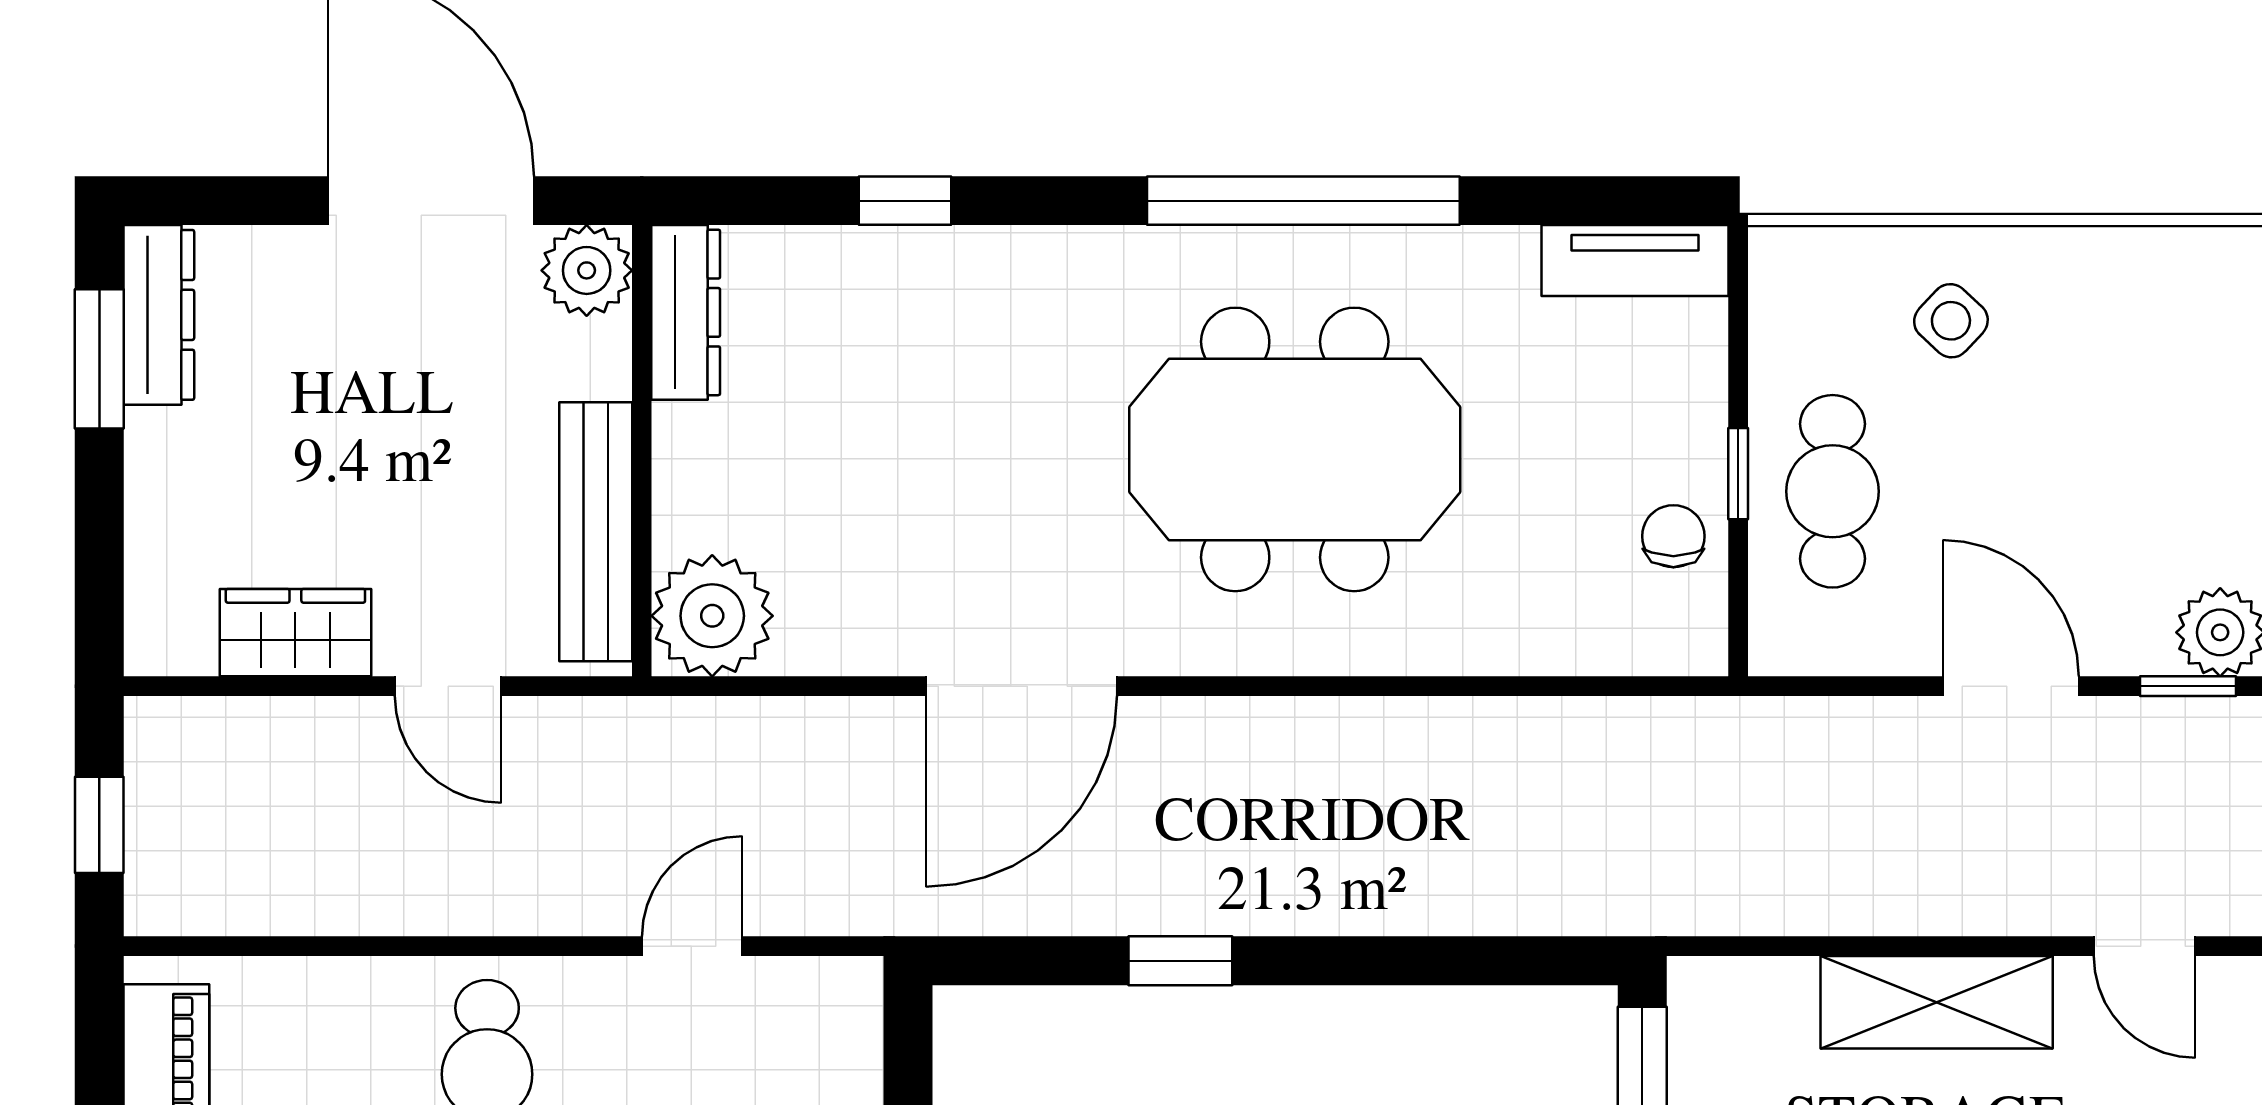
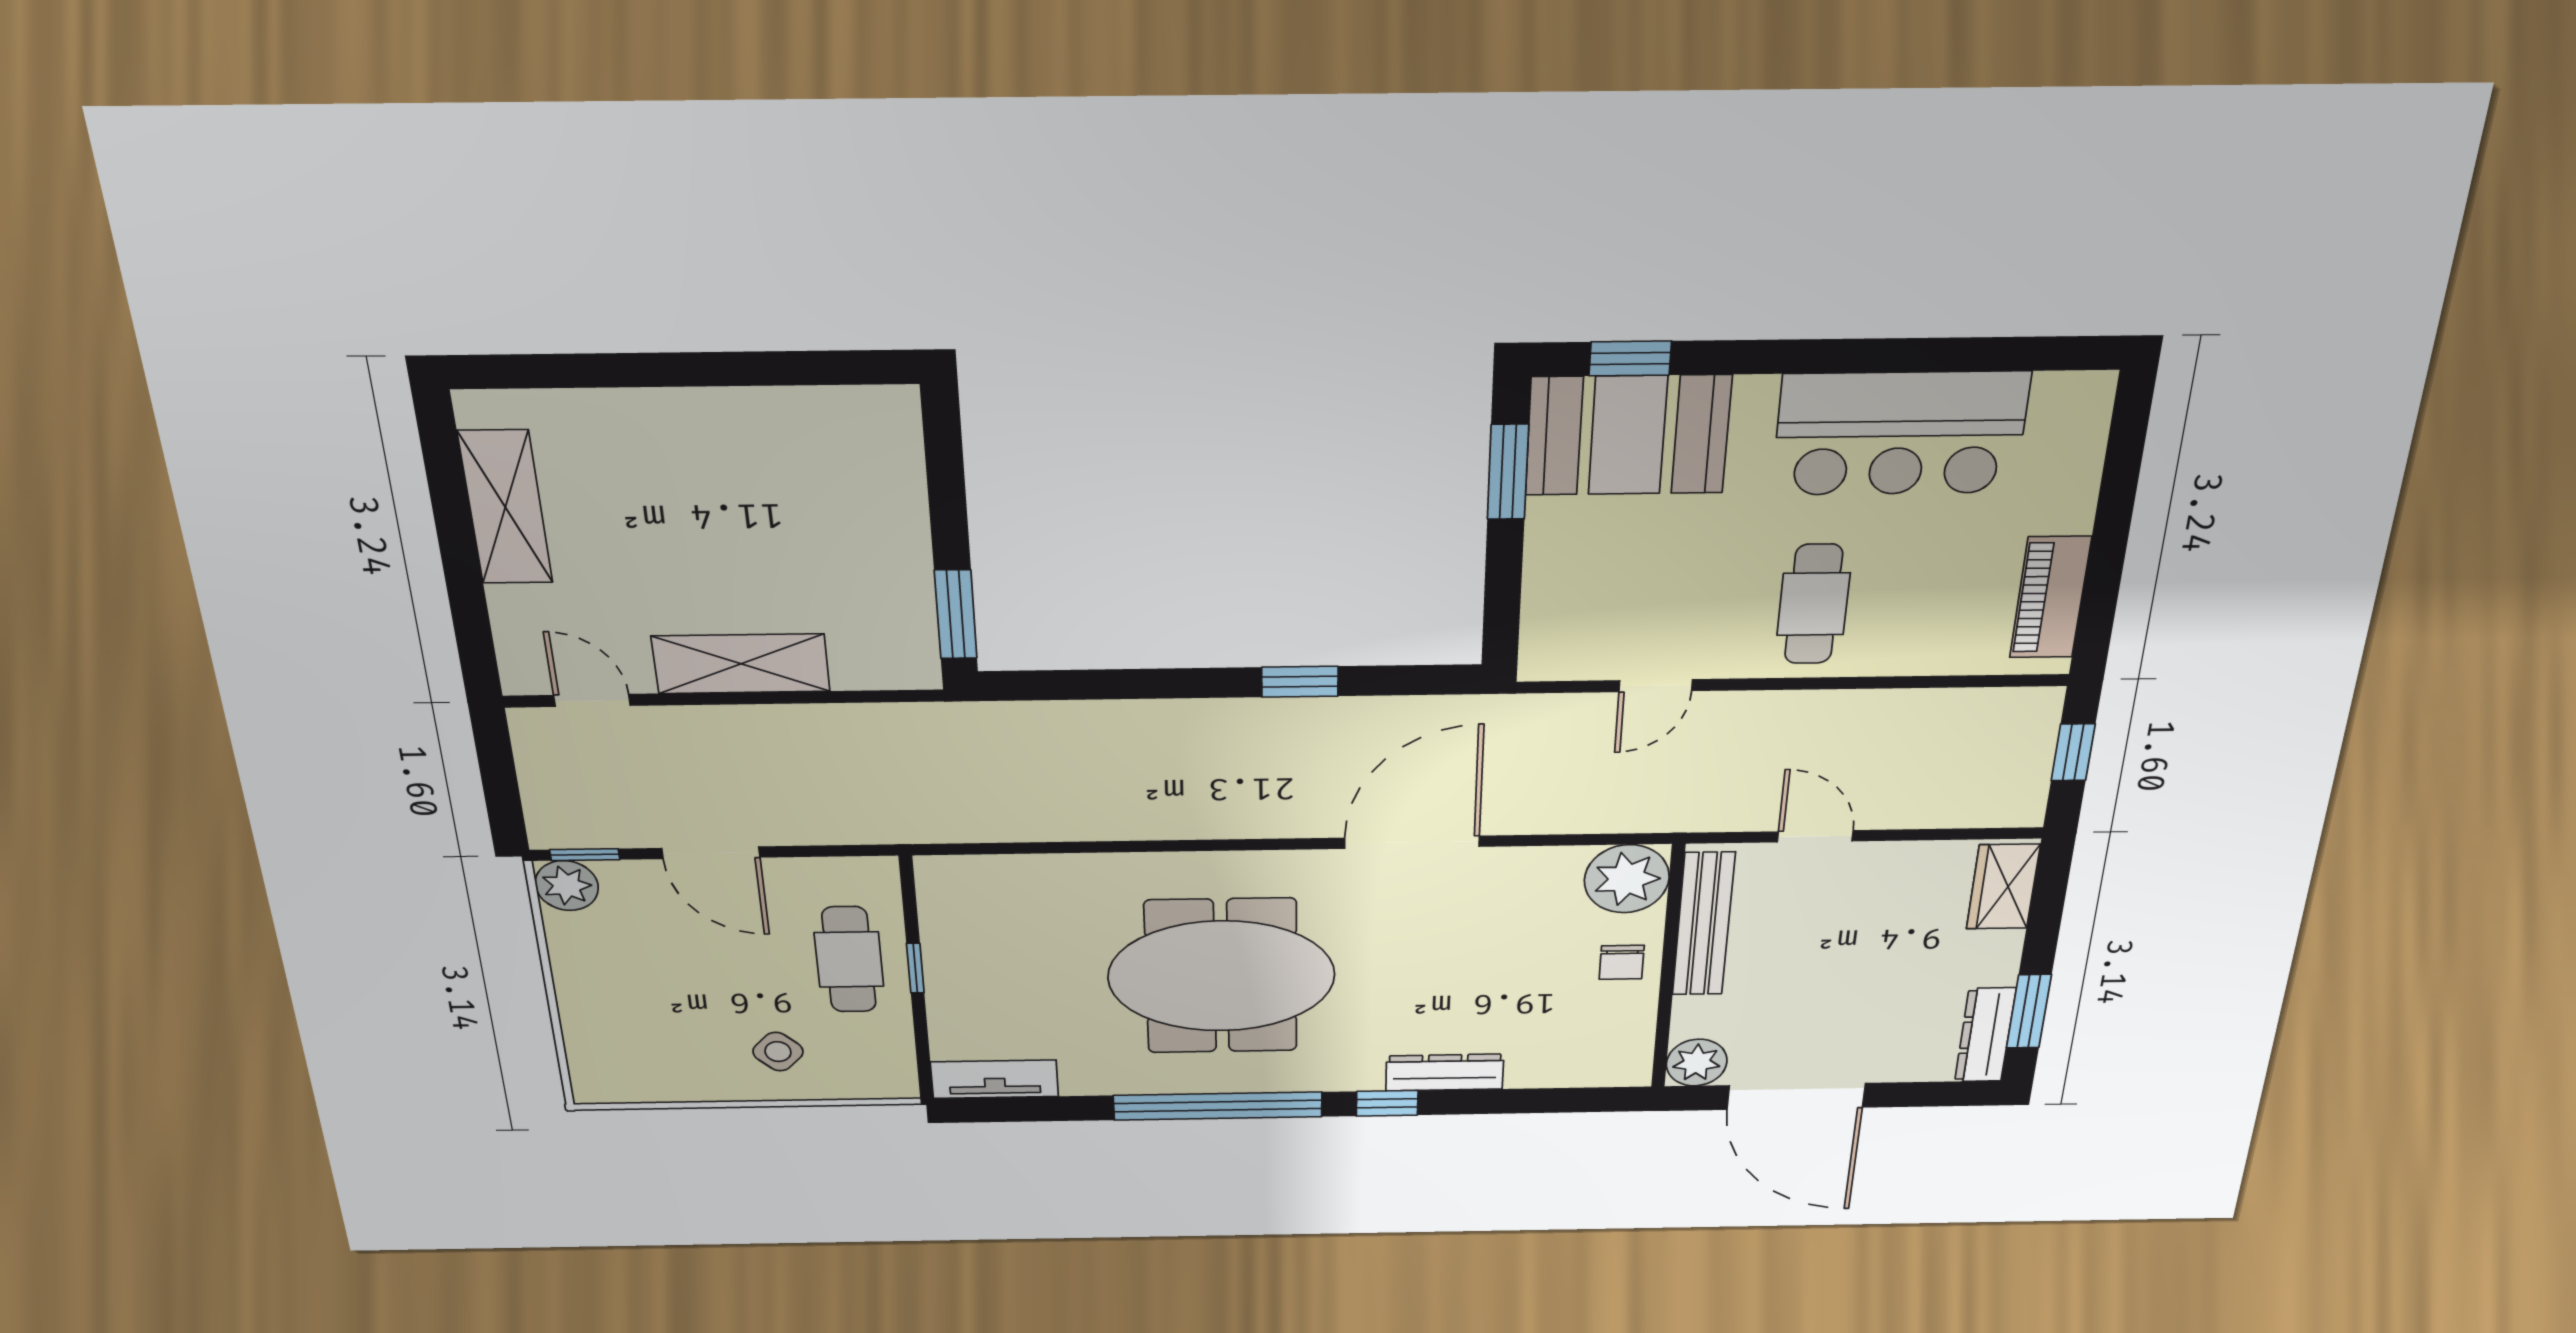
window: (905, 201) -> (1387, 1103), moved
dresser: (686, 312) -> (1445, 1072), moved, turned 90
chair: (1673, 536) -> (1622, 962), moved
wardrobe: (295, 633) -> (2003, 887), moved, turned 90

